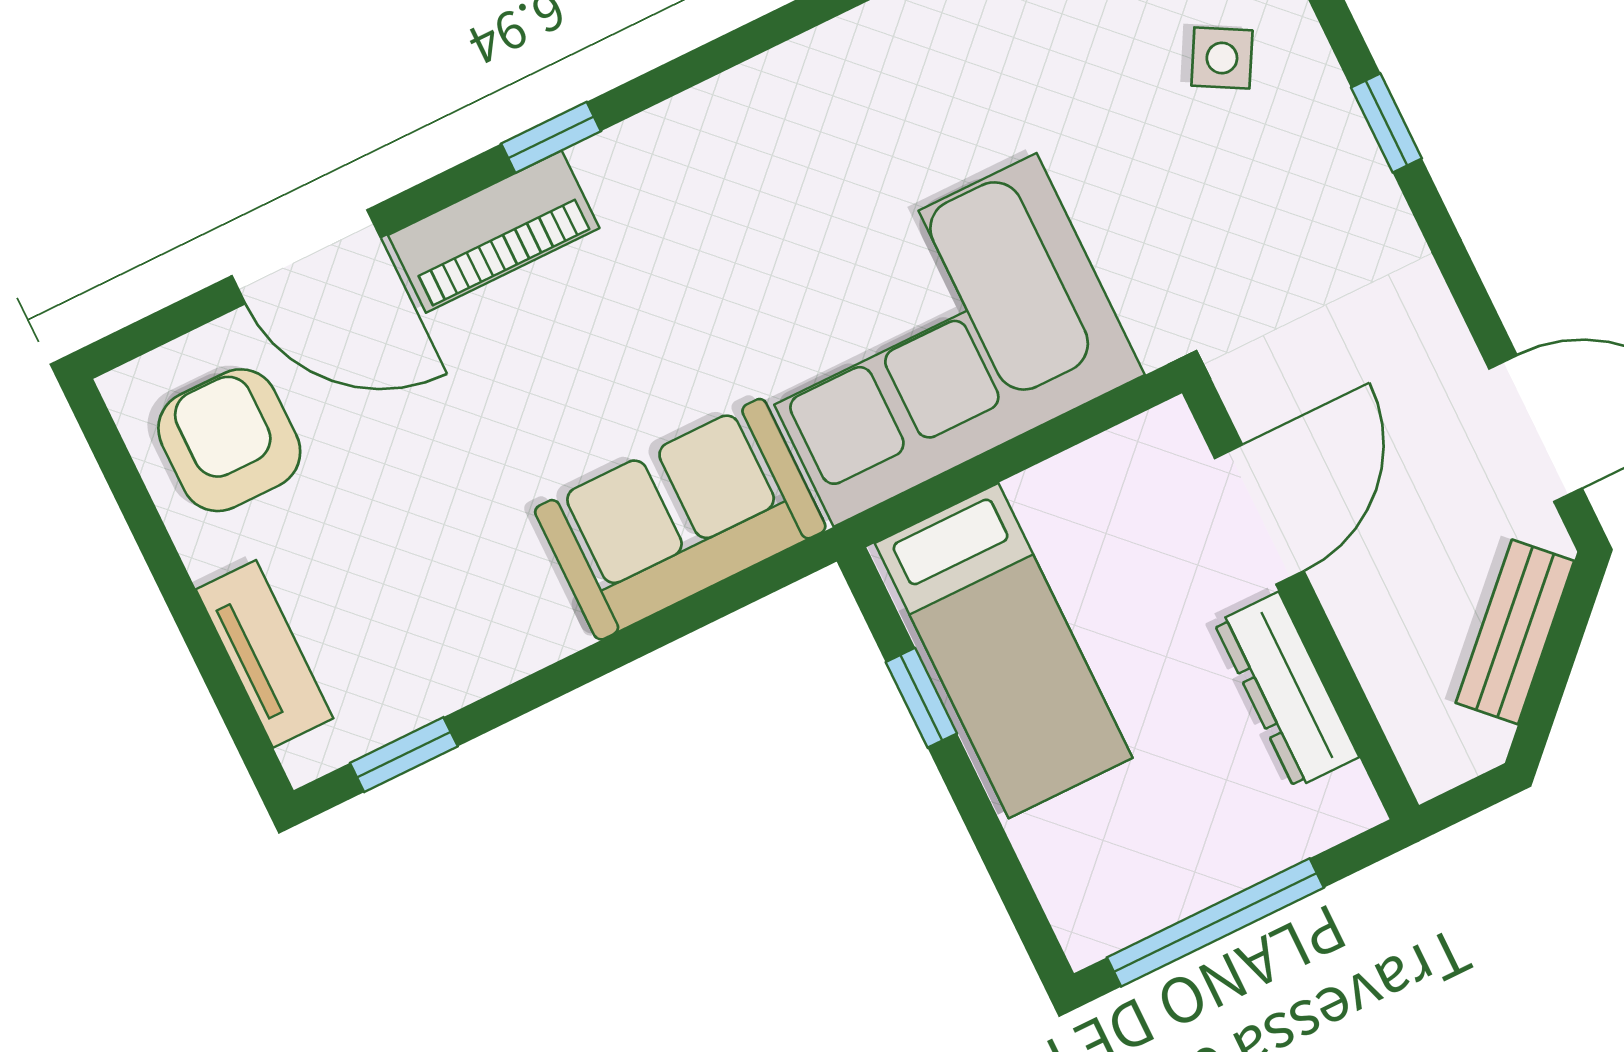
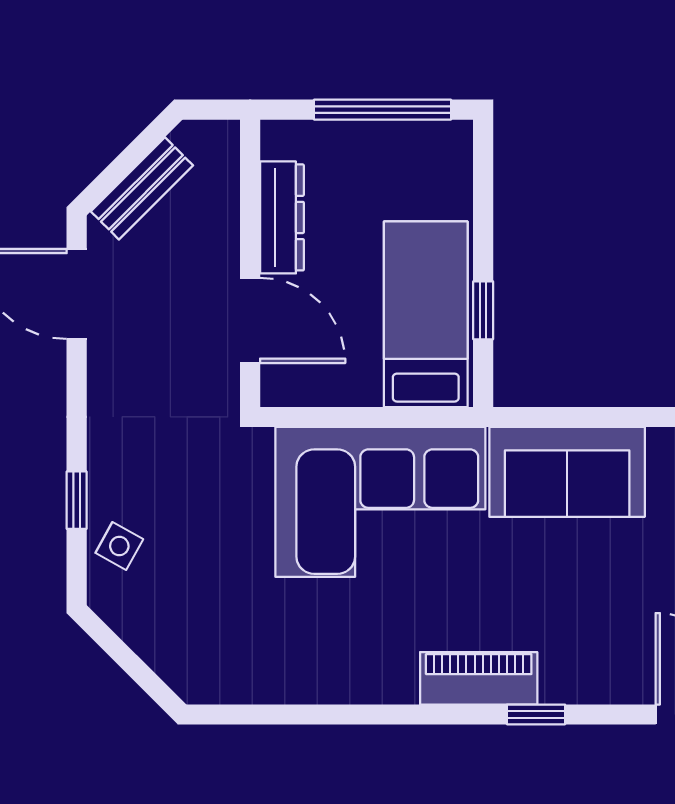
side table: (1222, 58) -> (119, 546), moved
piano: (494, 232) -> (479, 678), moved
door: (1259, 515) -> (250, 320), swing flipped

